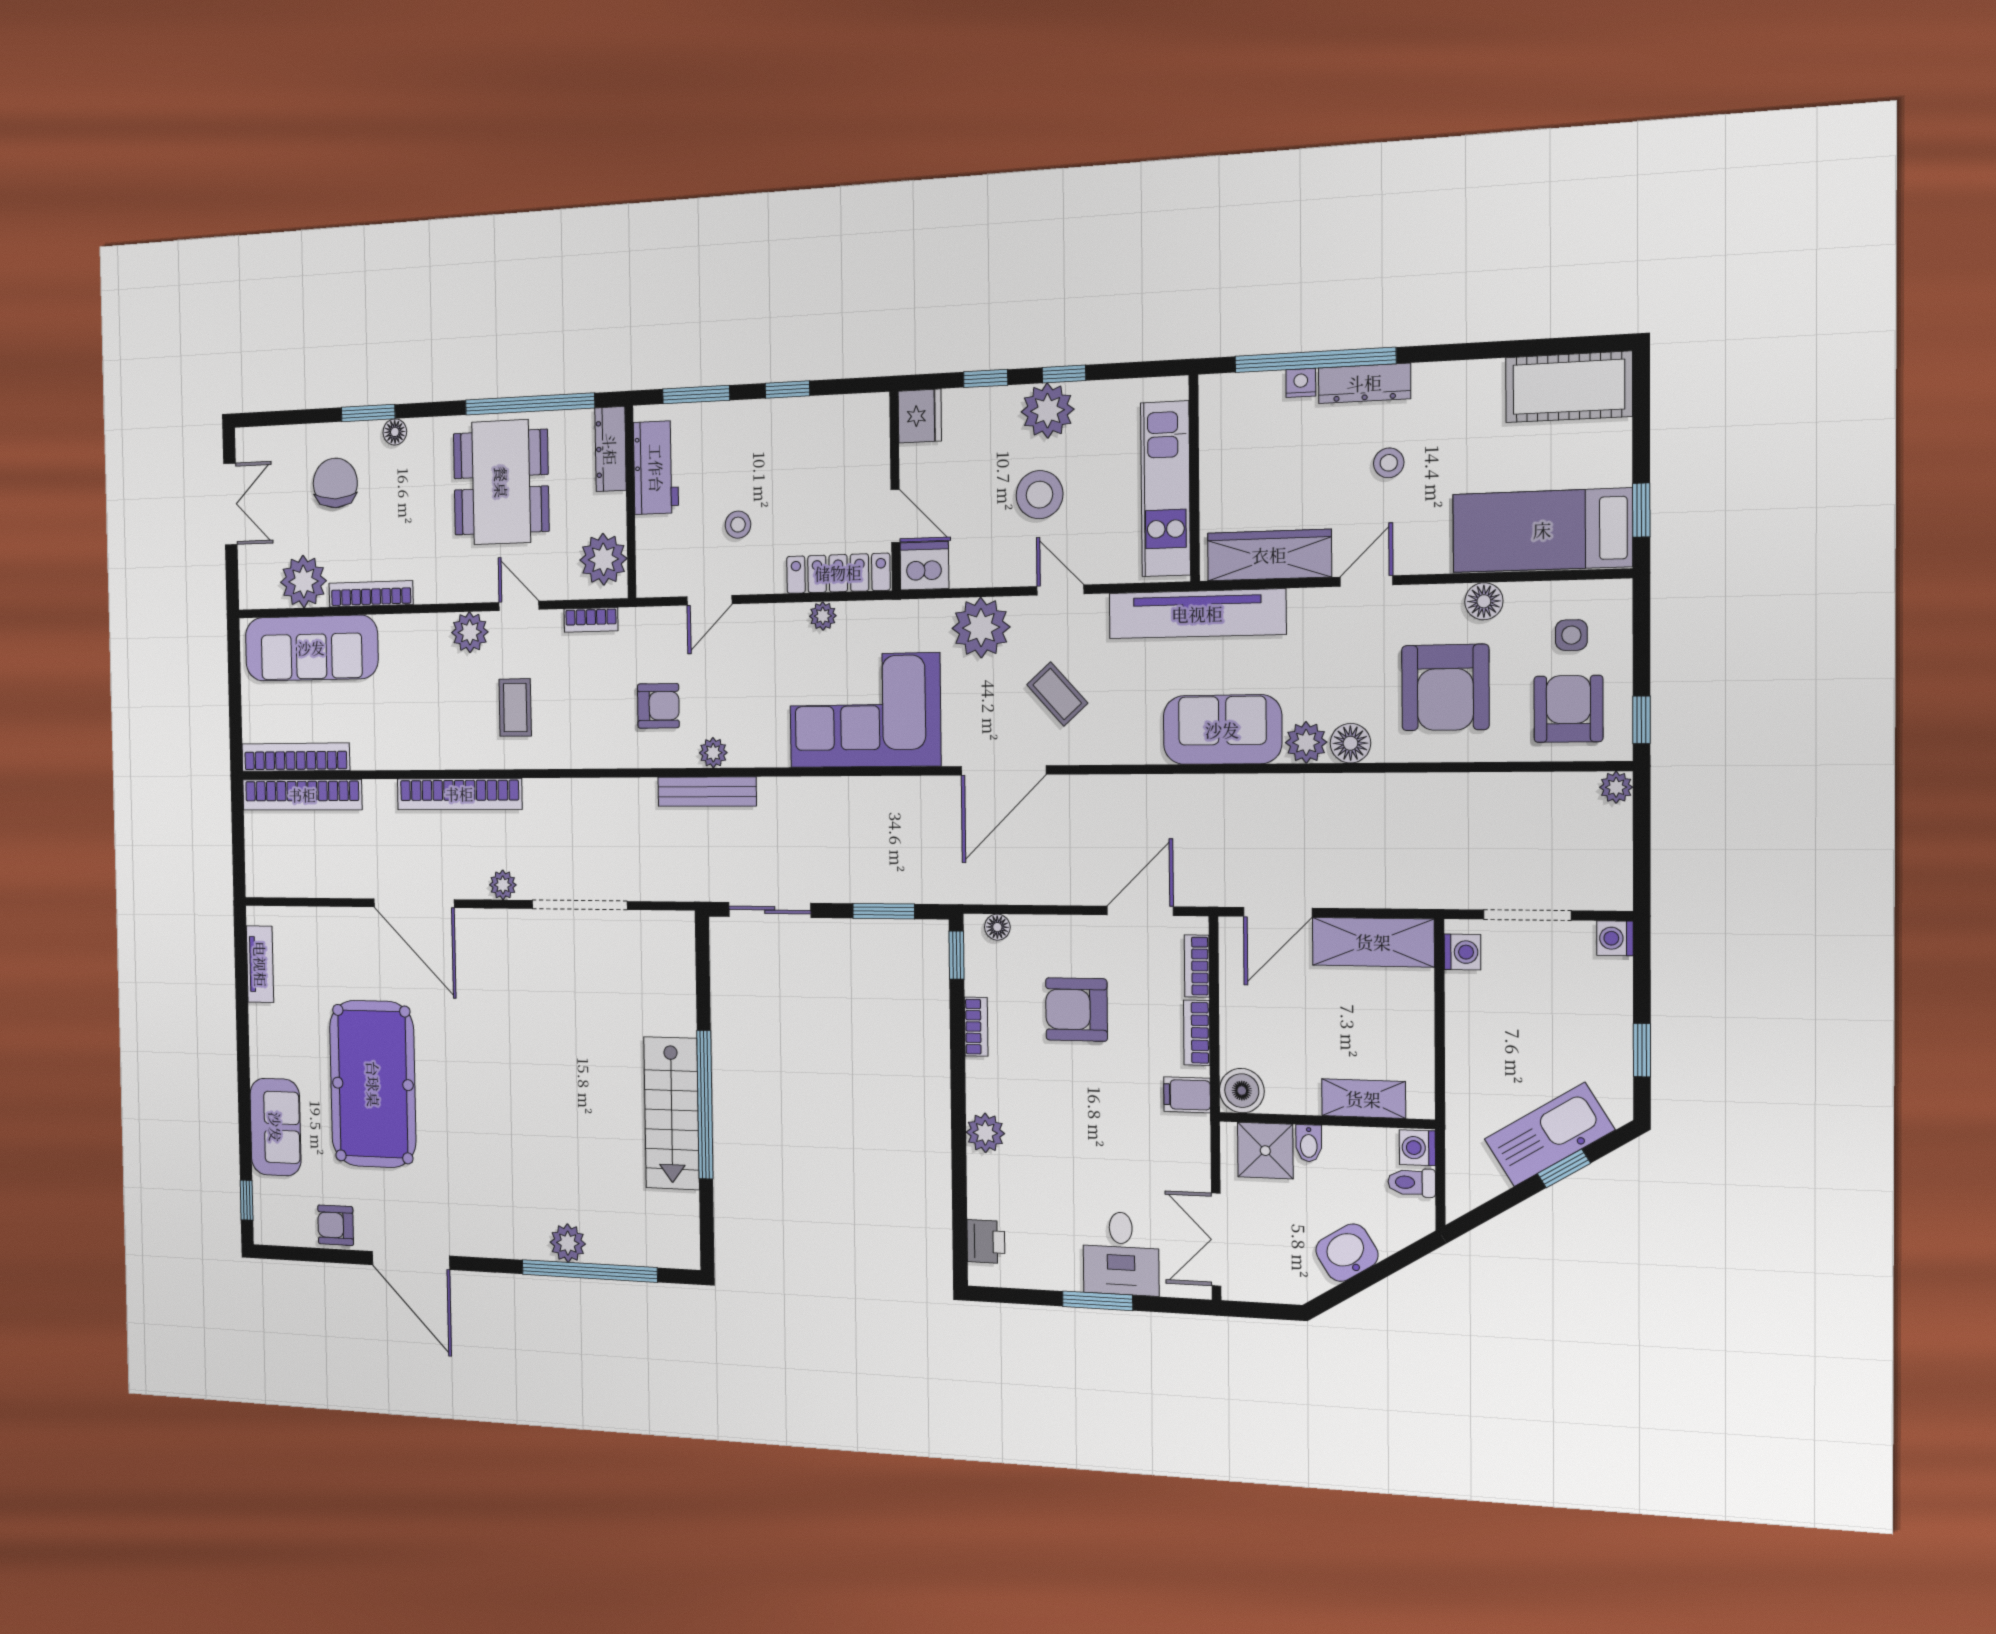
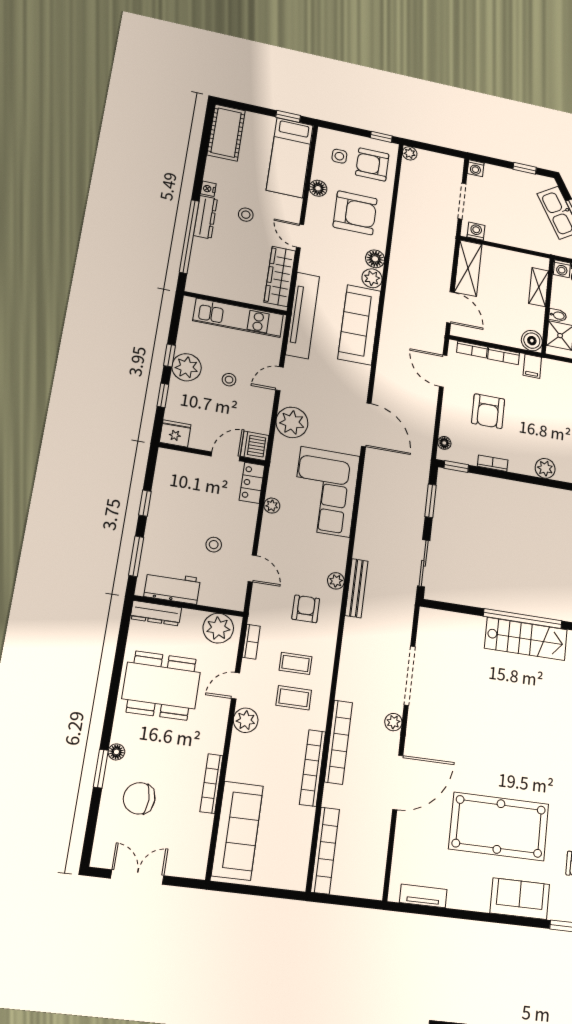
nightstand: (1301, 383) -> (208, 189), moved
window: (530, 404) -> (119, 660), removed
stool: (1039, 495) -> (229, 380), width x0.53, depth x0.53
locker: (838, 573) -> (252, 483), width x0.66
plant: (303, 581) -> (196, 830), removed
coffee table: (1057, 694) -> (296, 663), moved, turned 42
sofa: (1222, 730) -> (359, 325), width x1.36
bookcase: (296, 757) -> (313, 768), moved

